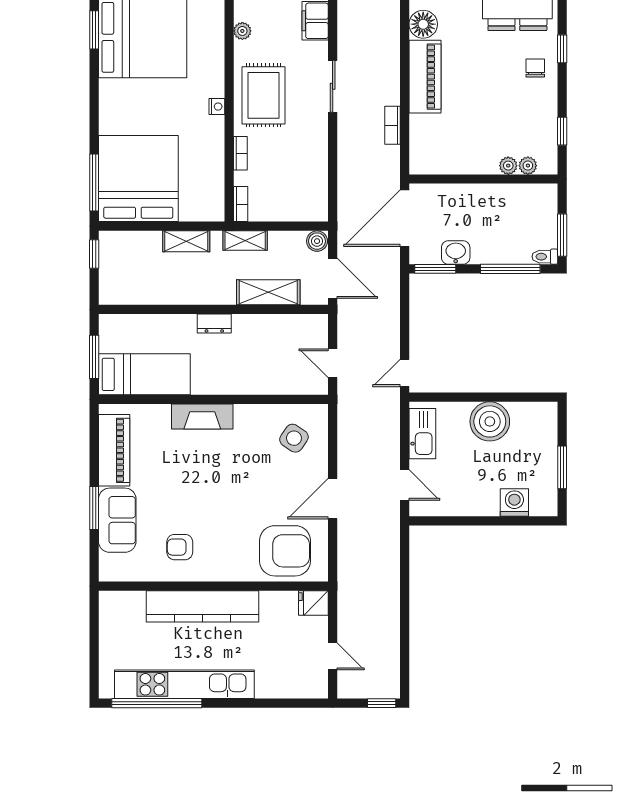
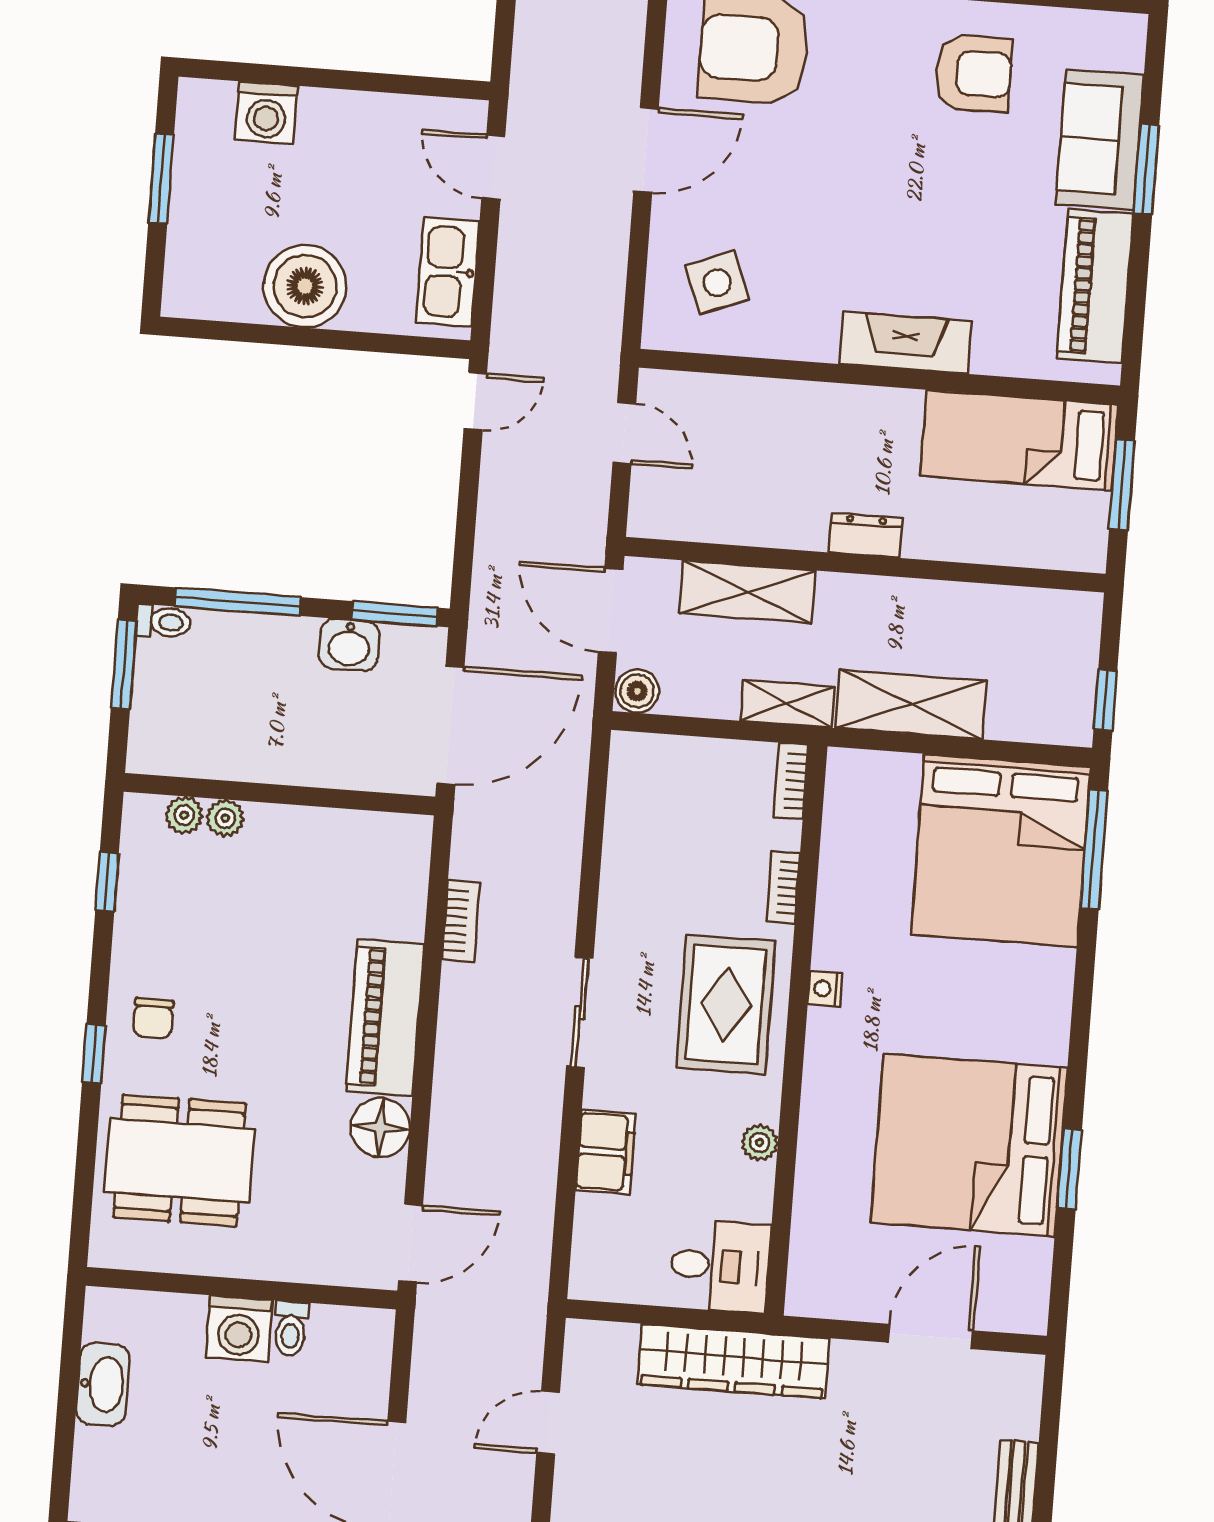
shelving: (186, 241) -> (911, 704), width x1.50, depth x1.33
side table: (294, 438) -> (717, 283), turned 35
armchair: (180, 547) -> (973, 73), width x1.38, depth x1.38

